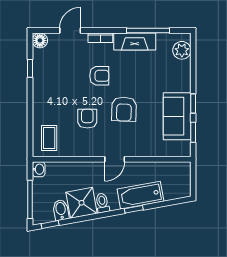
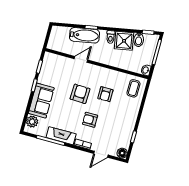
sofa: (177, 116) -> (41, 101), moved
door: (115, 159) -> (81, 59), moved

